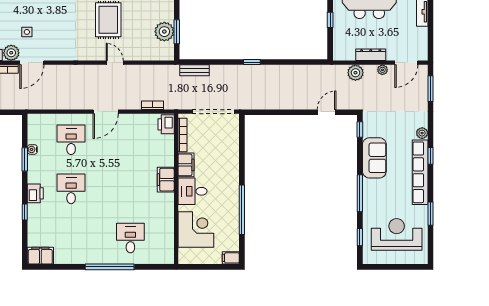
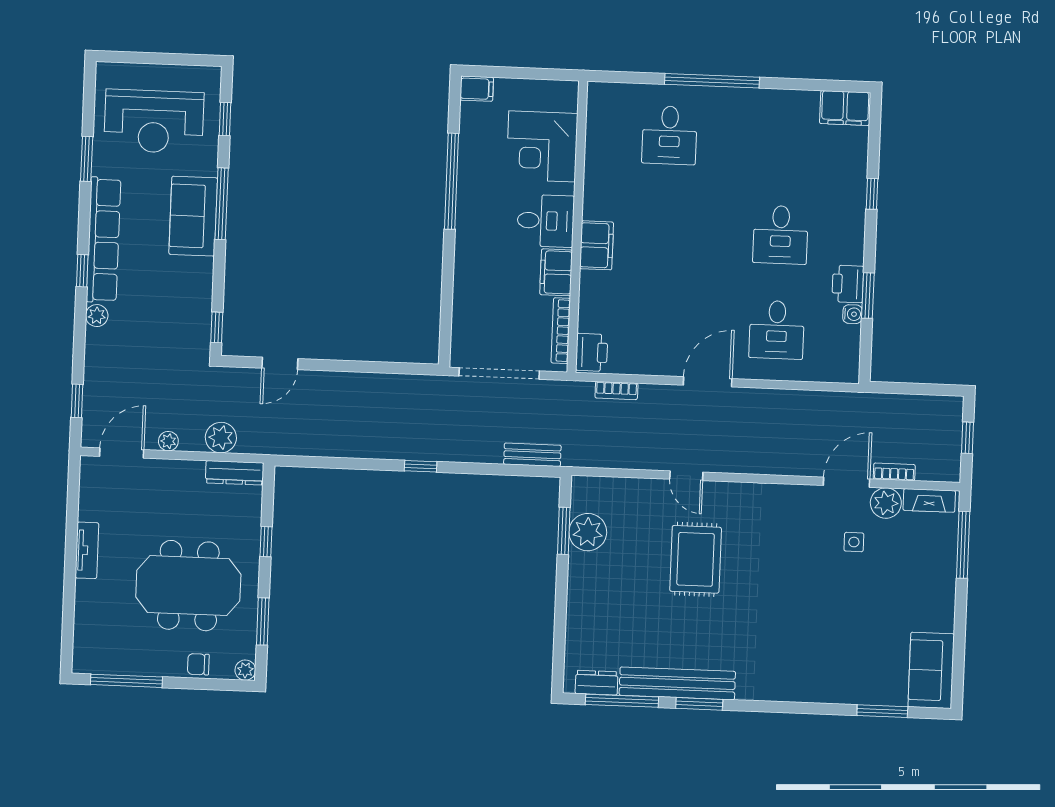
dresser: (371, 55) -> (235, 473), moved
window: (430, 89) -> (77, 401), width x0.67
sofa: (374, 158) -> (193, 216), moved
printer: (35, 193) -> (848, 284), moved

